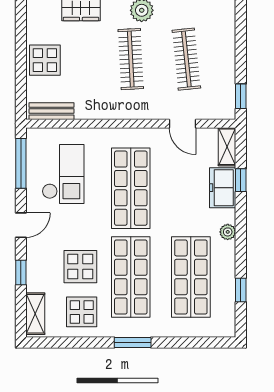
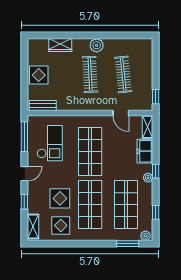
window: (241, 180) -> (156, 171), moved
plant: (224, 329) -> (145, 236), added
window: (133, 343) -> (128, 244), moved

